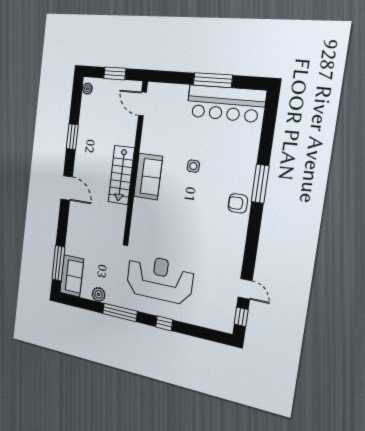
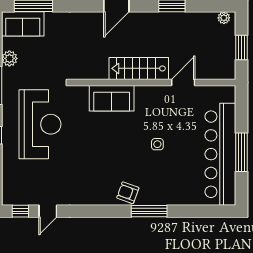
bar counter: (226, 103) -> (220, 154), width x1.36
door: (143, 104) -> (183, 82), moved
sofa: (148, 177) -> (112, 98), moved
armchair: (238, 203) -> (128, 193), turned -70

